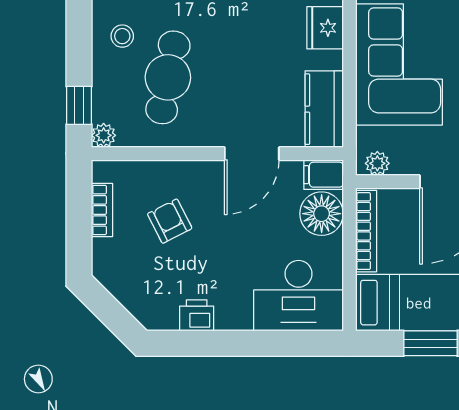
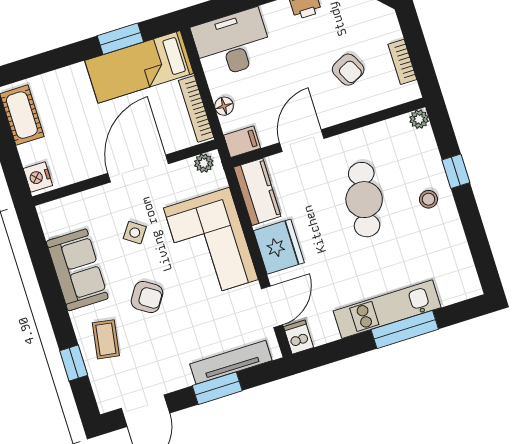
fridge: (325, 28) -> (279, 247), width x1.36, depth x1.34
cafe table: (168, 77) -> (364, 200), moved
window: (79, 105) -> (456, 171), moved
floor lamp: (322, 214) -> (224, 106), width x0.53, depth x0.53

